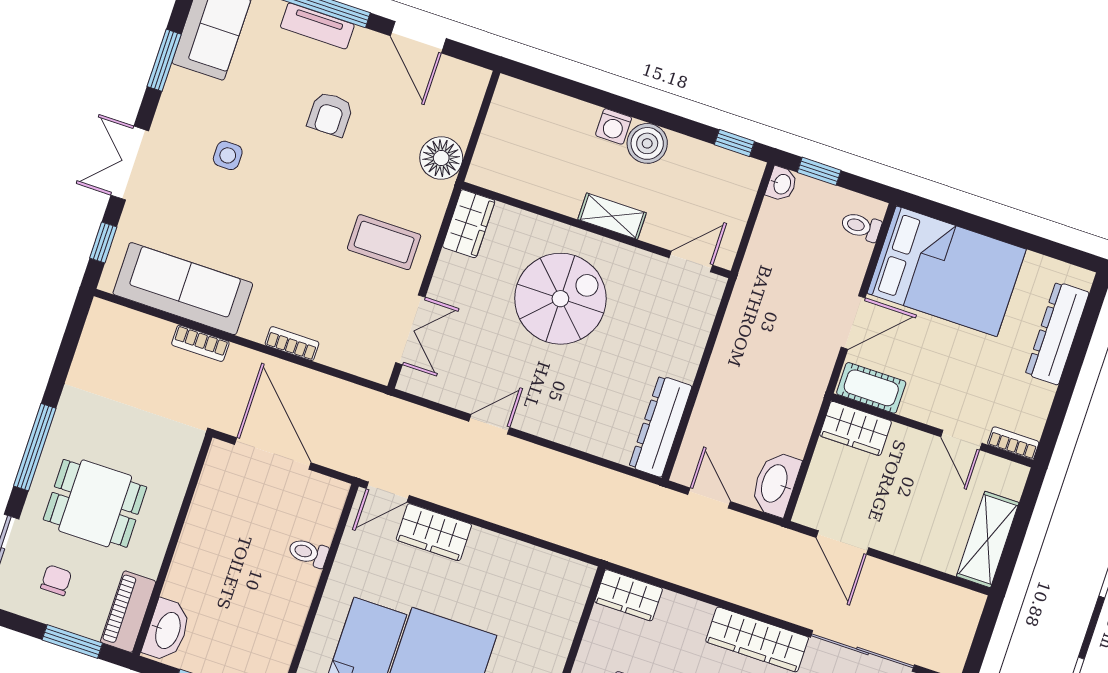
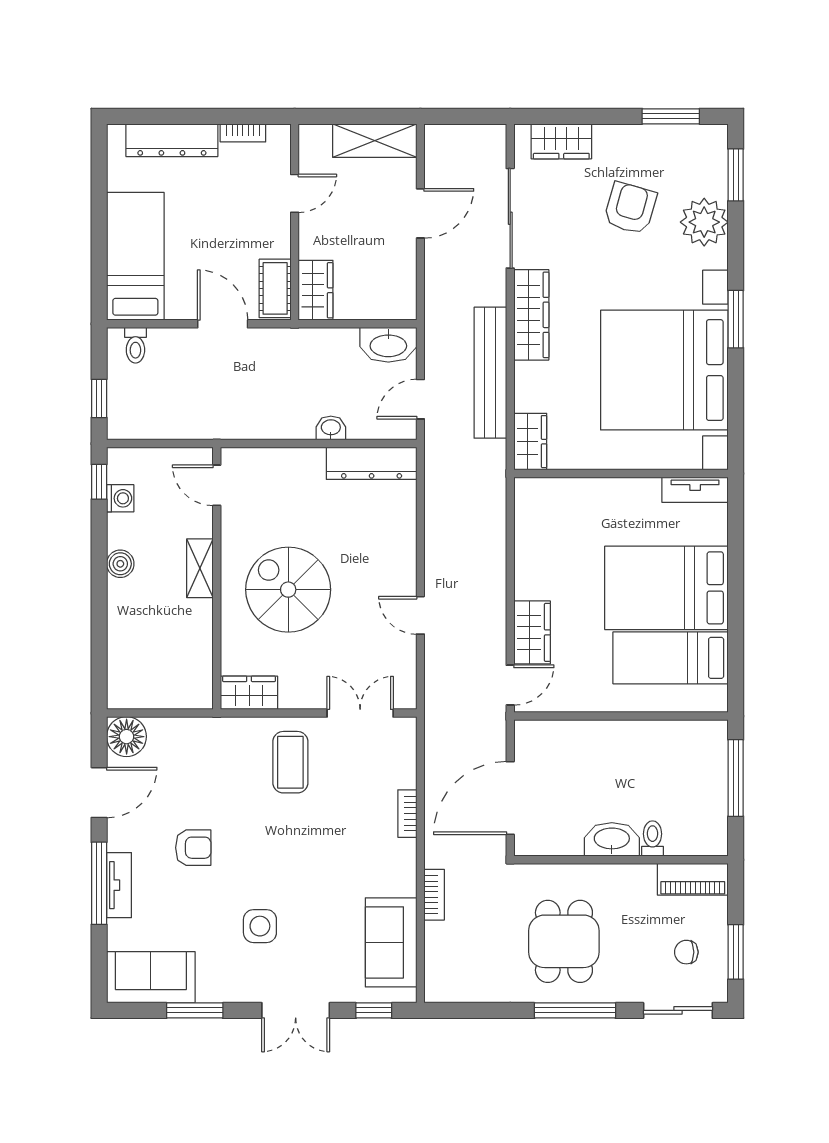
washing machine: (614, 126) -> (120, 498), moved
boiler: (647, 143) -> (120, 564), width x0.73, depth x0.73
side table: (228, 155) -> (260, 926), width x1.37, depth x1.37
floor lamp: (441, 158) -> (127, 737), moved
washbasin: (782, 184) -> (331, 428), moved
bed: (947, 271) -> (135, 256), width x0.67
sofa: (183, 289) -> (391, 942), width x0.73
bookcase: (1013, 443) -> (243, 133), moved, turned -90
door: (388, 492) -> (510, 685), hinge flipped
dining table: (95, 503) -> (564, 941), moved
door: (842, 543) -> (420, 213), moved
toilet: (308, 553) -> (653, 839), moved, turned 180
bench: (712, 578) -> (490, 373), added
washbasin: (167, 630) -> (612, 839), moved
window: (72, 642) -> (736, 952), moved

